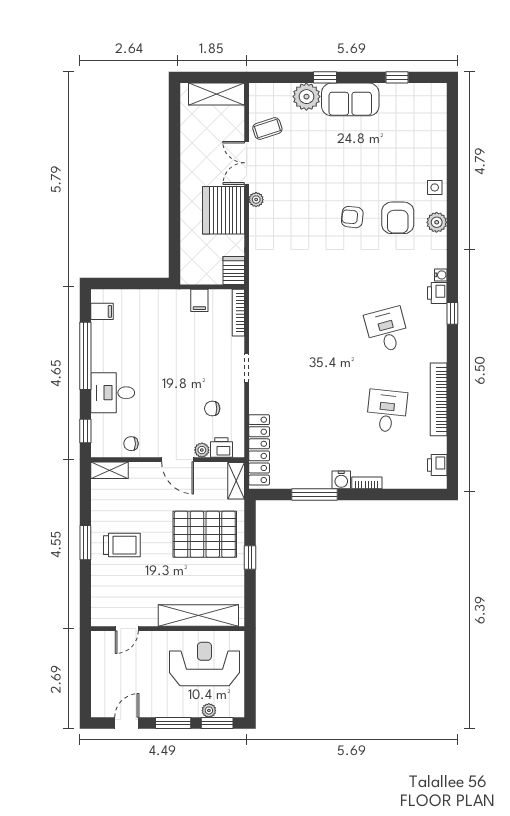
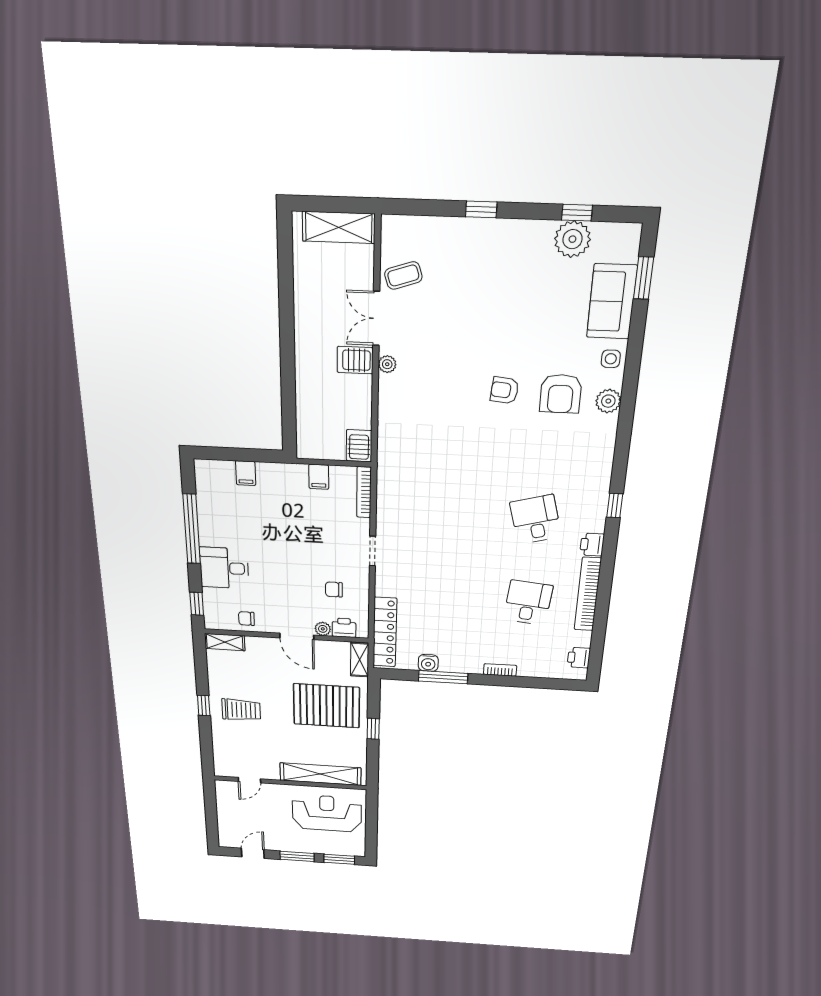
plant: (306, 97) -> (572, 239), moved
sofa: (350, 99) -> (612, 302), moved, turned 90
window: (452, 124) -> (644, 278), added
server rack: (224, 210) -> (355, 360), width x0.46, depth x0.70
water cooler: (441, 275) -> (606, 462), removed
printer: (437, 293) -> (592, 545), moved
filing cabinet: (102, 311) -> (246, 473), moved, turned 90
water cooler: (341, 480) -> (428, 663), moved
window: (85, 543) -> (204, 706), width x0.67
plant: (209, 710) -> (331, 849), removed

